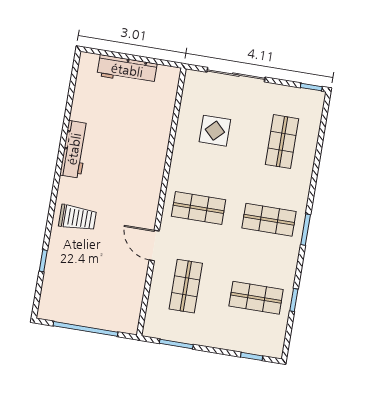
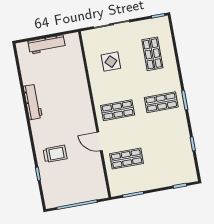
trolley: (77, 218) -> (55, 154), moved
shop shelf: (186, 286) -> (127, 159), turned 90
shop shelf: (256, 298) -> (170, 151), removed

